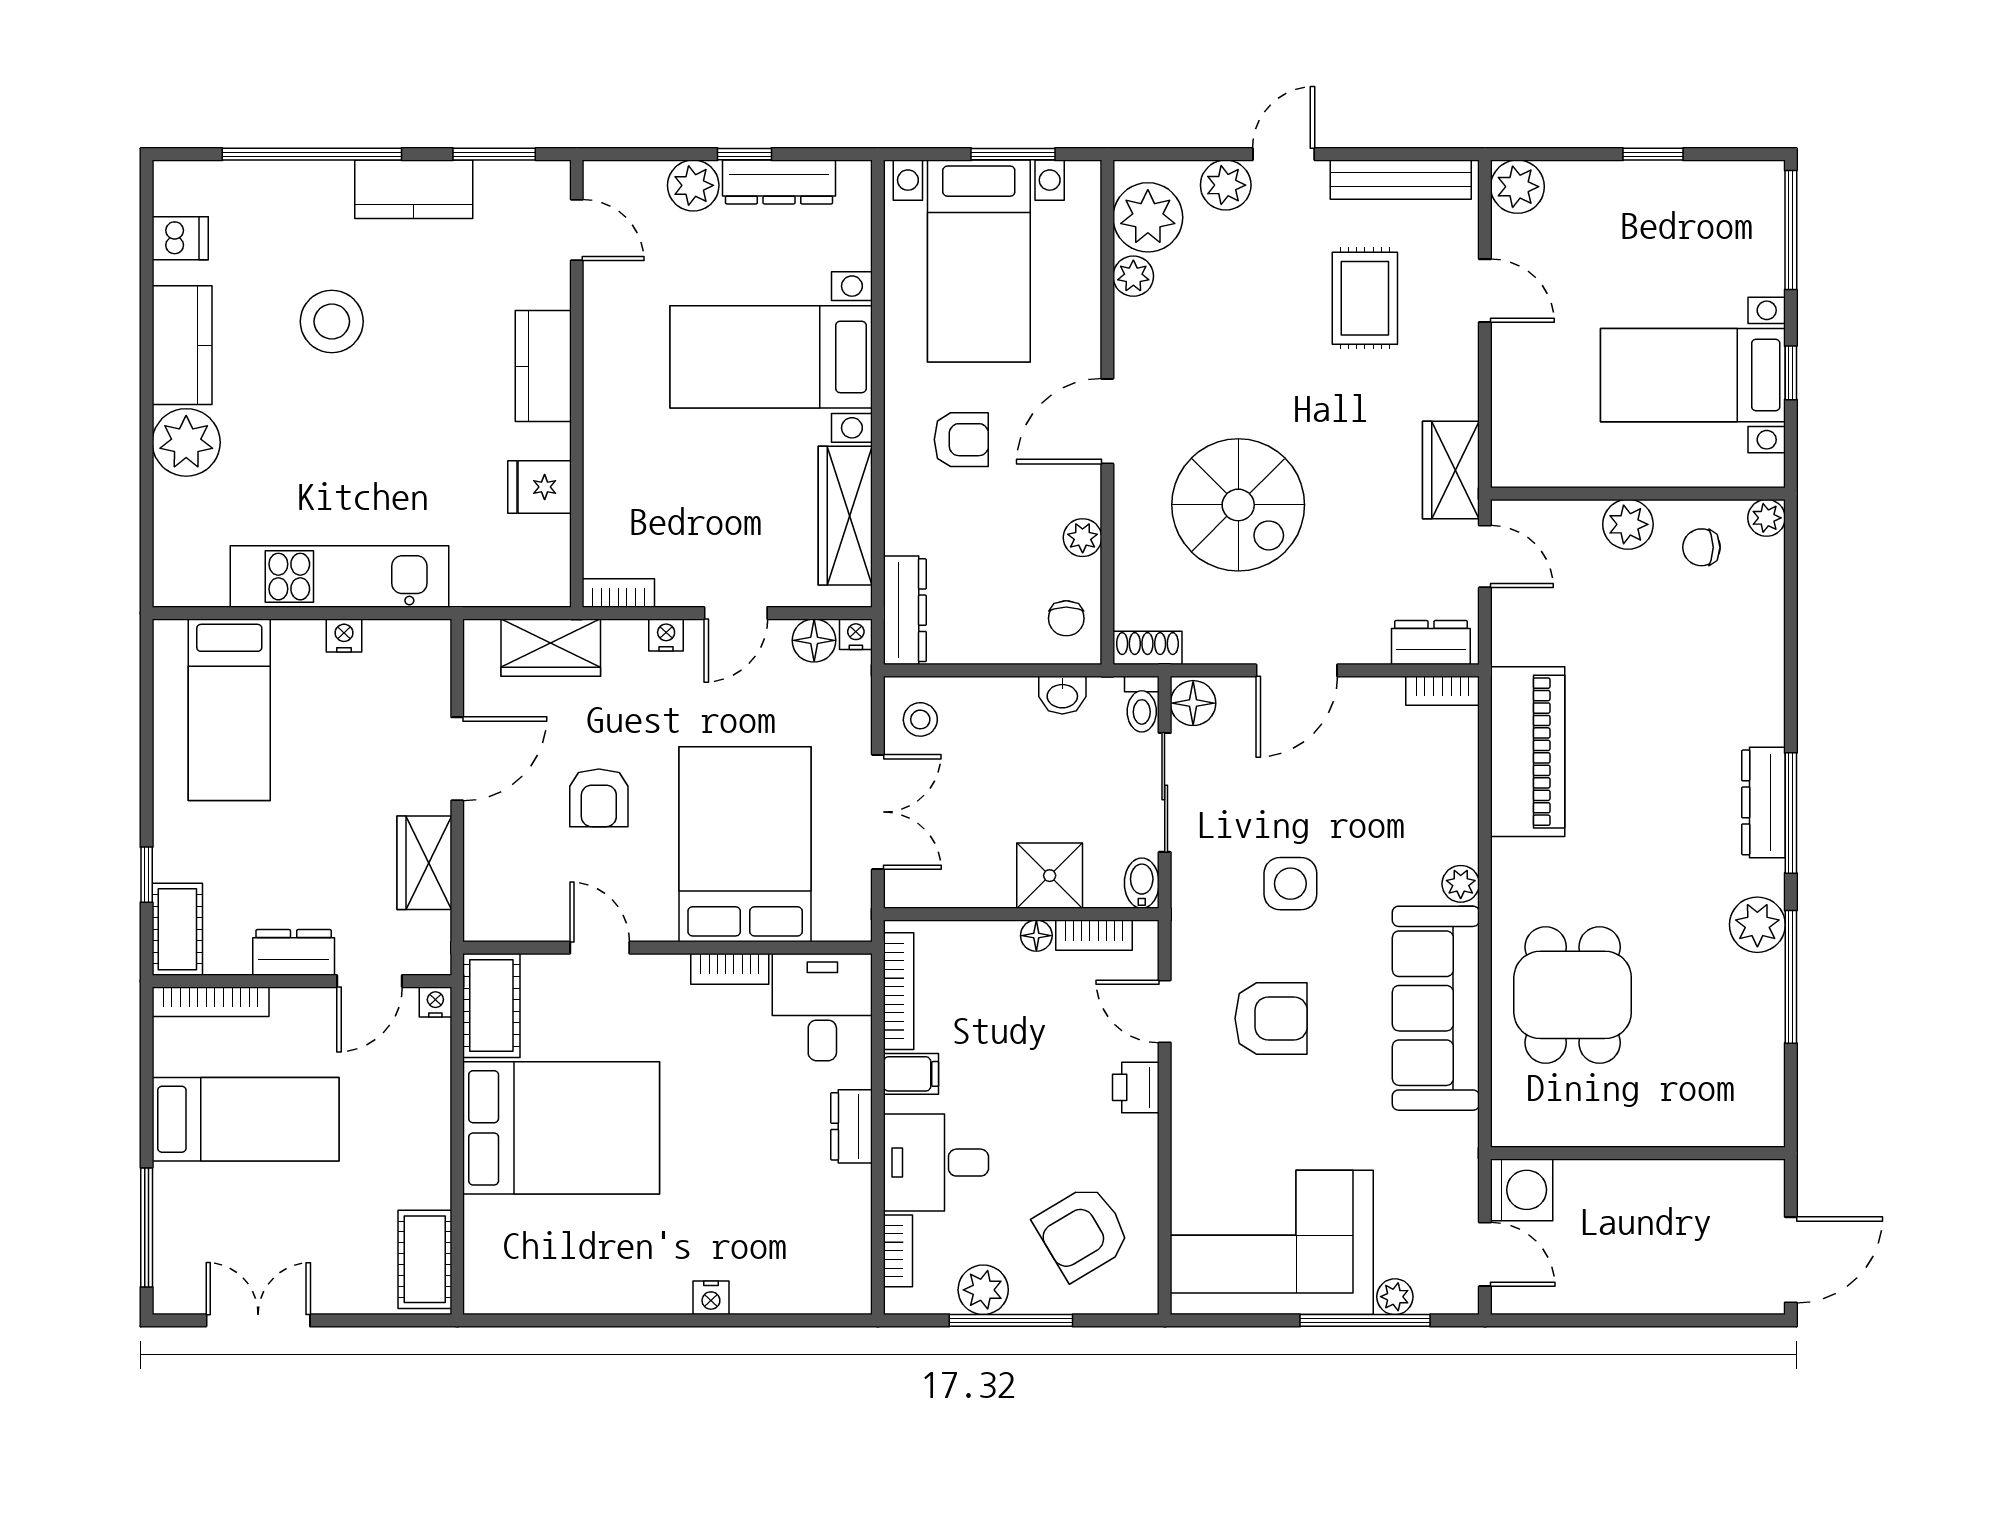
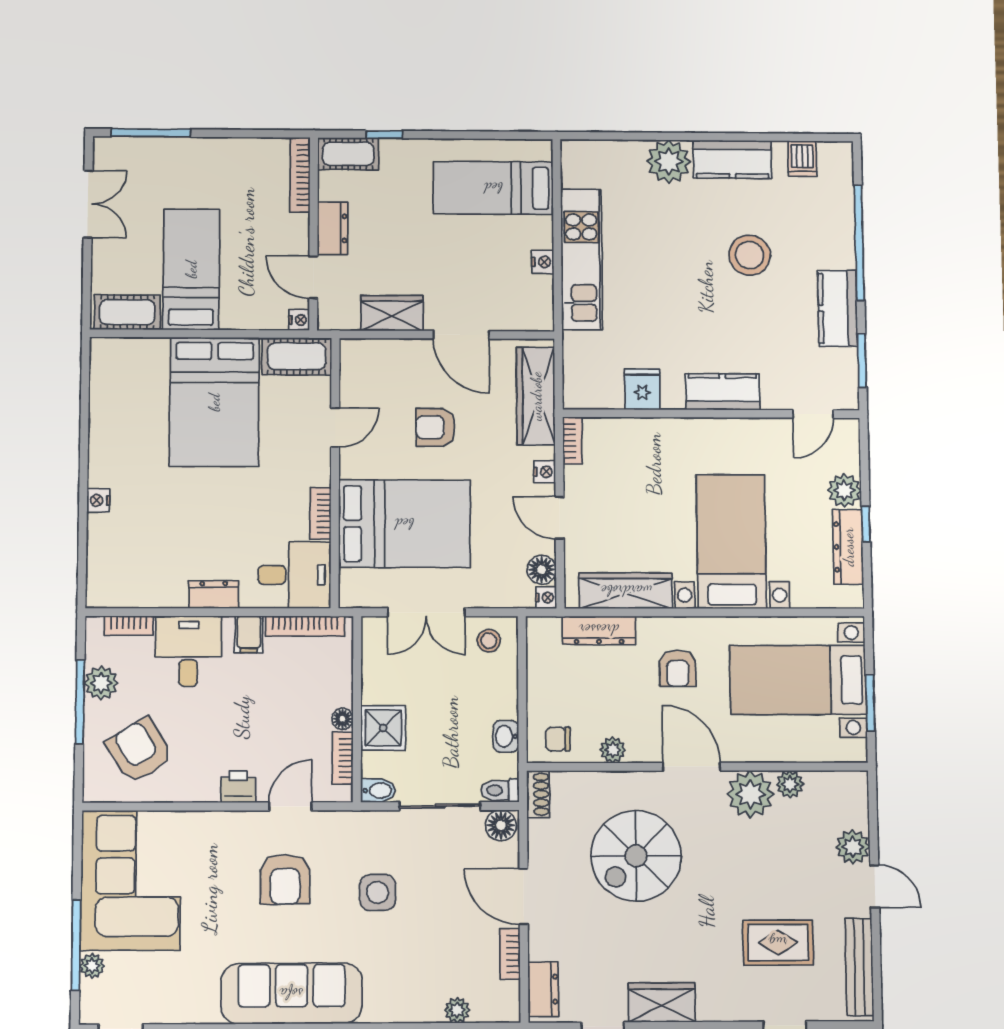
plant: (1148, 217) -> (750, 794), moved
dresser: (905, 610) -> (599, 630), moved
wardrobe: (551, 648) -> (536, 396), width x1.50
bookcase: (1443, 691) -> (510, 954), moved
plant: (1461, 884) -> (457, 1010), moved
bed: (246, 1119) -> (191, 269), moved, turned 180

